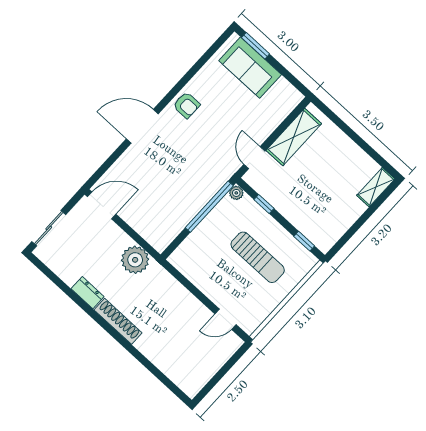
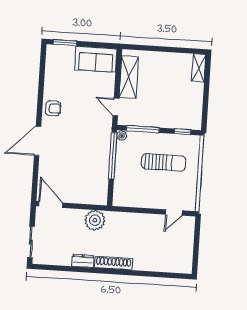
sofa: (250, 68) -> (96, 59), moved
window: (264, 204) -> (143, 129), width x2.17
door: (102, 205) -> (51, 205), hinge flipped

